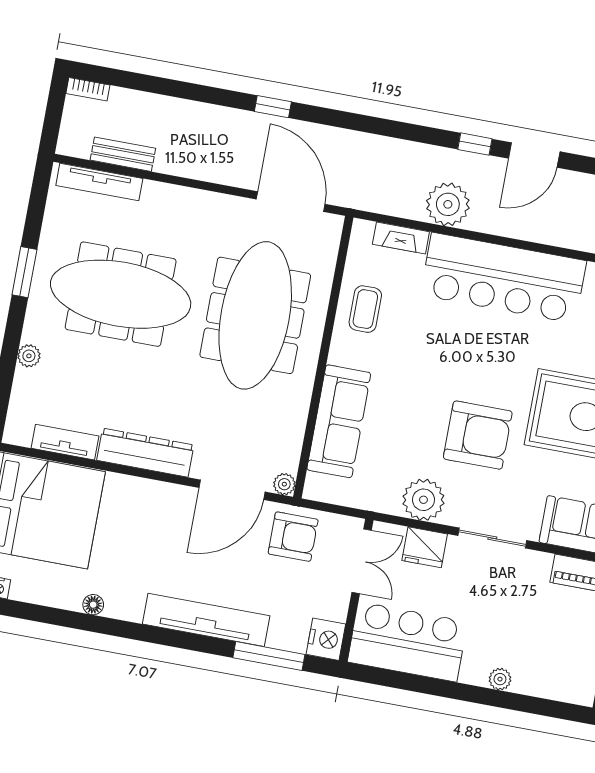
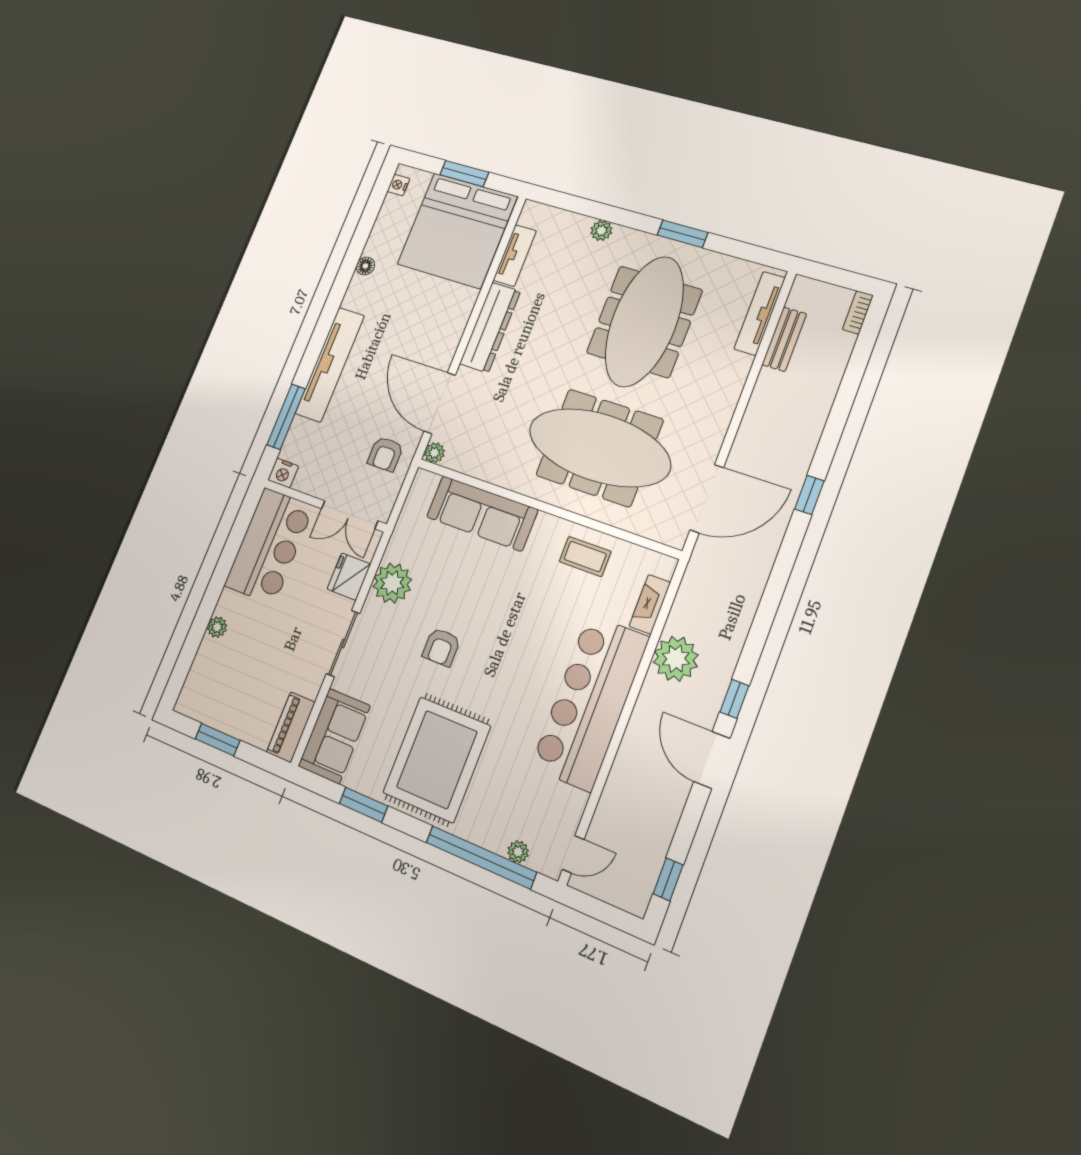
armchair: (478, 435) -> (441, 647), width x0.53, depth x0.53
armchair: (293, 537) -> (385, 454), width x0.72, depth x0.72
nightstand: (326, 639) -> (283, 473), width x0.74, depth x0.75

